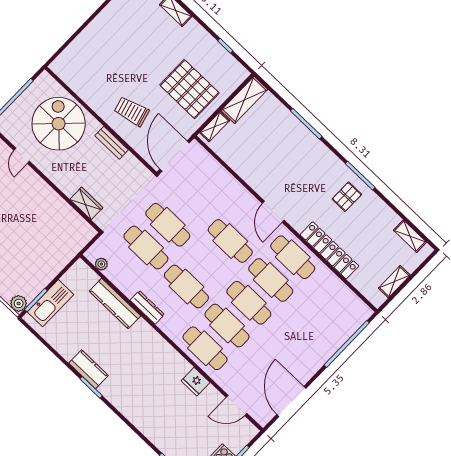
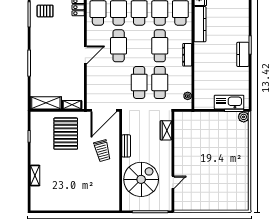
spiral stairs: (59, 124) -> (141, 179), turned 180
door: (273, 212) -> (85, 55), moved
kitchen counter: (115, 303) -> (200, 24), moved

